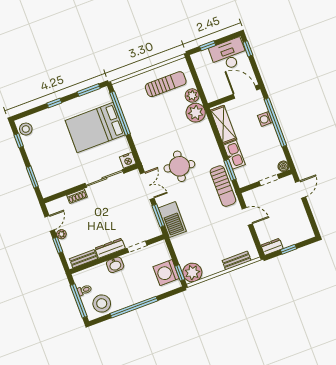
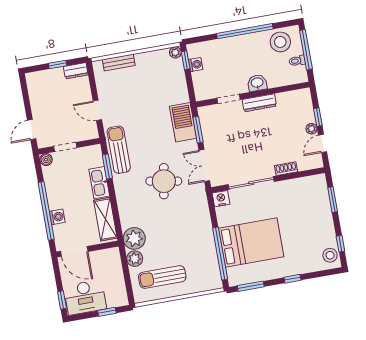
bench: (84, 259) -> (292, 96), removed
plant: (192, 272) -> (175, 52), width x0.53, depth x0.53
washing machine: (166, 273) -> (196, 64), width x0.53, depth x0.53

